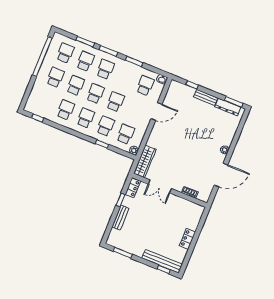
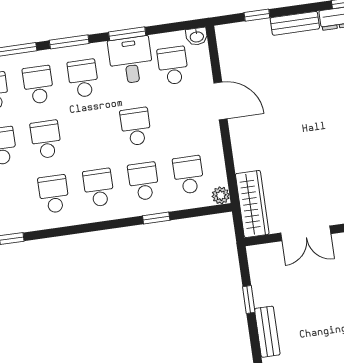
desk: (129, 73) -> (131, 60), added
school desk: (95, 94) -> (91, 133), removed
door: (156, 111) -> (221, 101), hinge flipped
locker: (133, 188) -> (258, 264), removed

